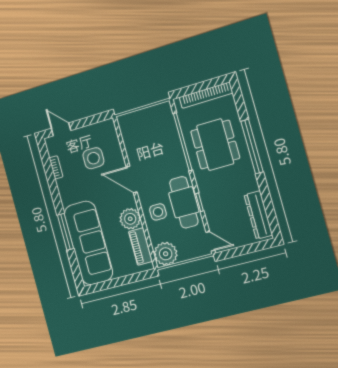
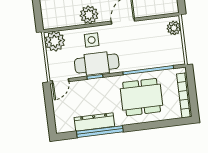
plant: (131, 120) -> (174, 28), added
window: (252, 146) -> (100, 132), moved
dresser: (258, 215) -> (94, 122), moved
piano: (140, 246) -> (64, 20), removed

